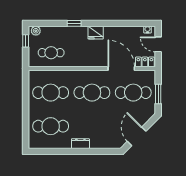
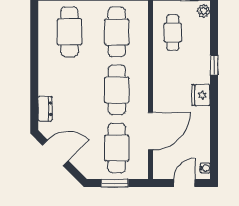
locker: (145, 62) -> (160, 164), removed
dresser: (80, 144) -> (45, 109), moved

